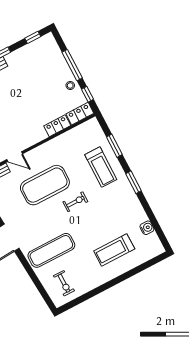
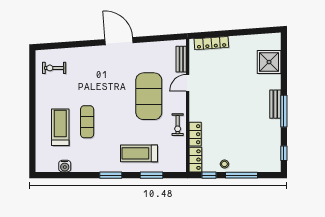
exercise bike: (75, 202) -> (178, 125), moved
exercise mat: (51, 250) -> (87, 122), moved, width x0.73, depth x0.69

